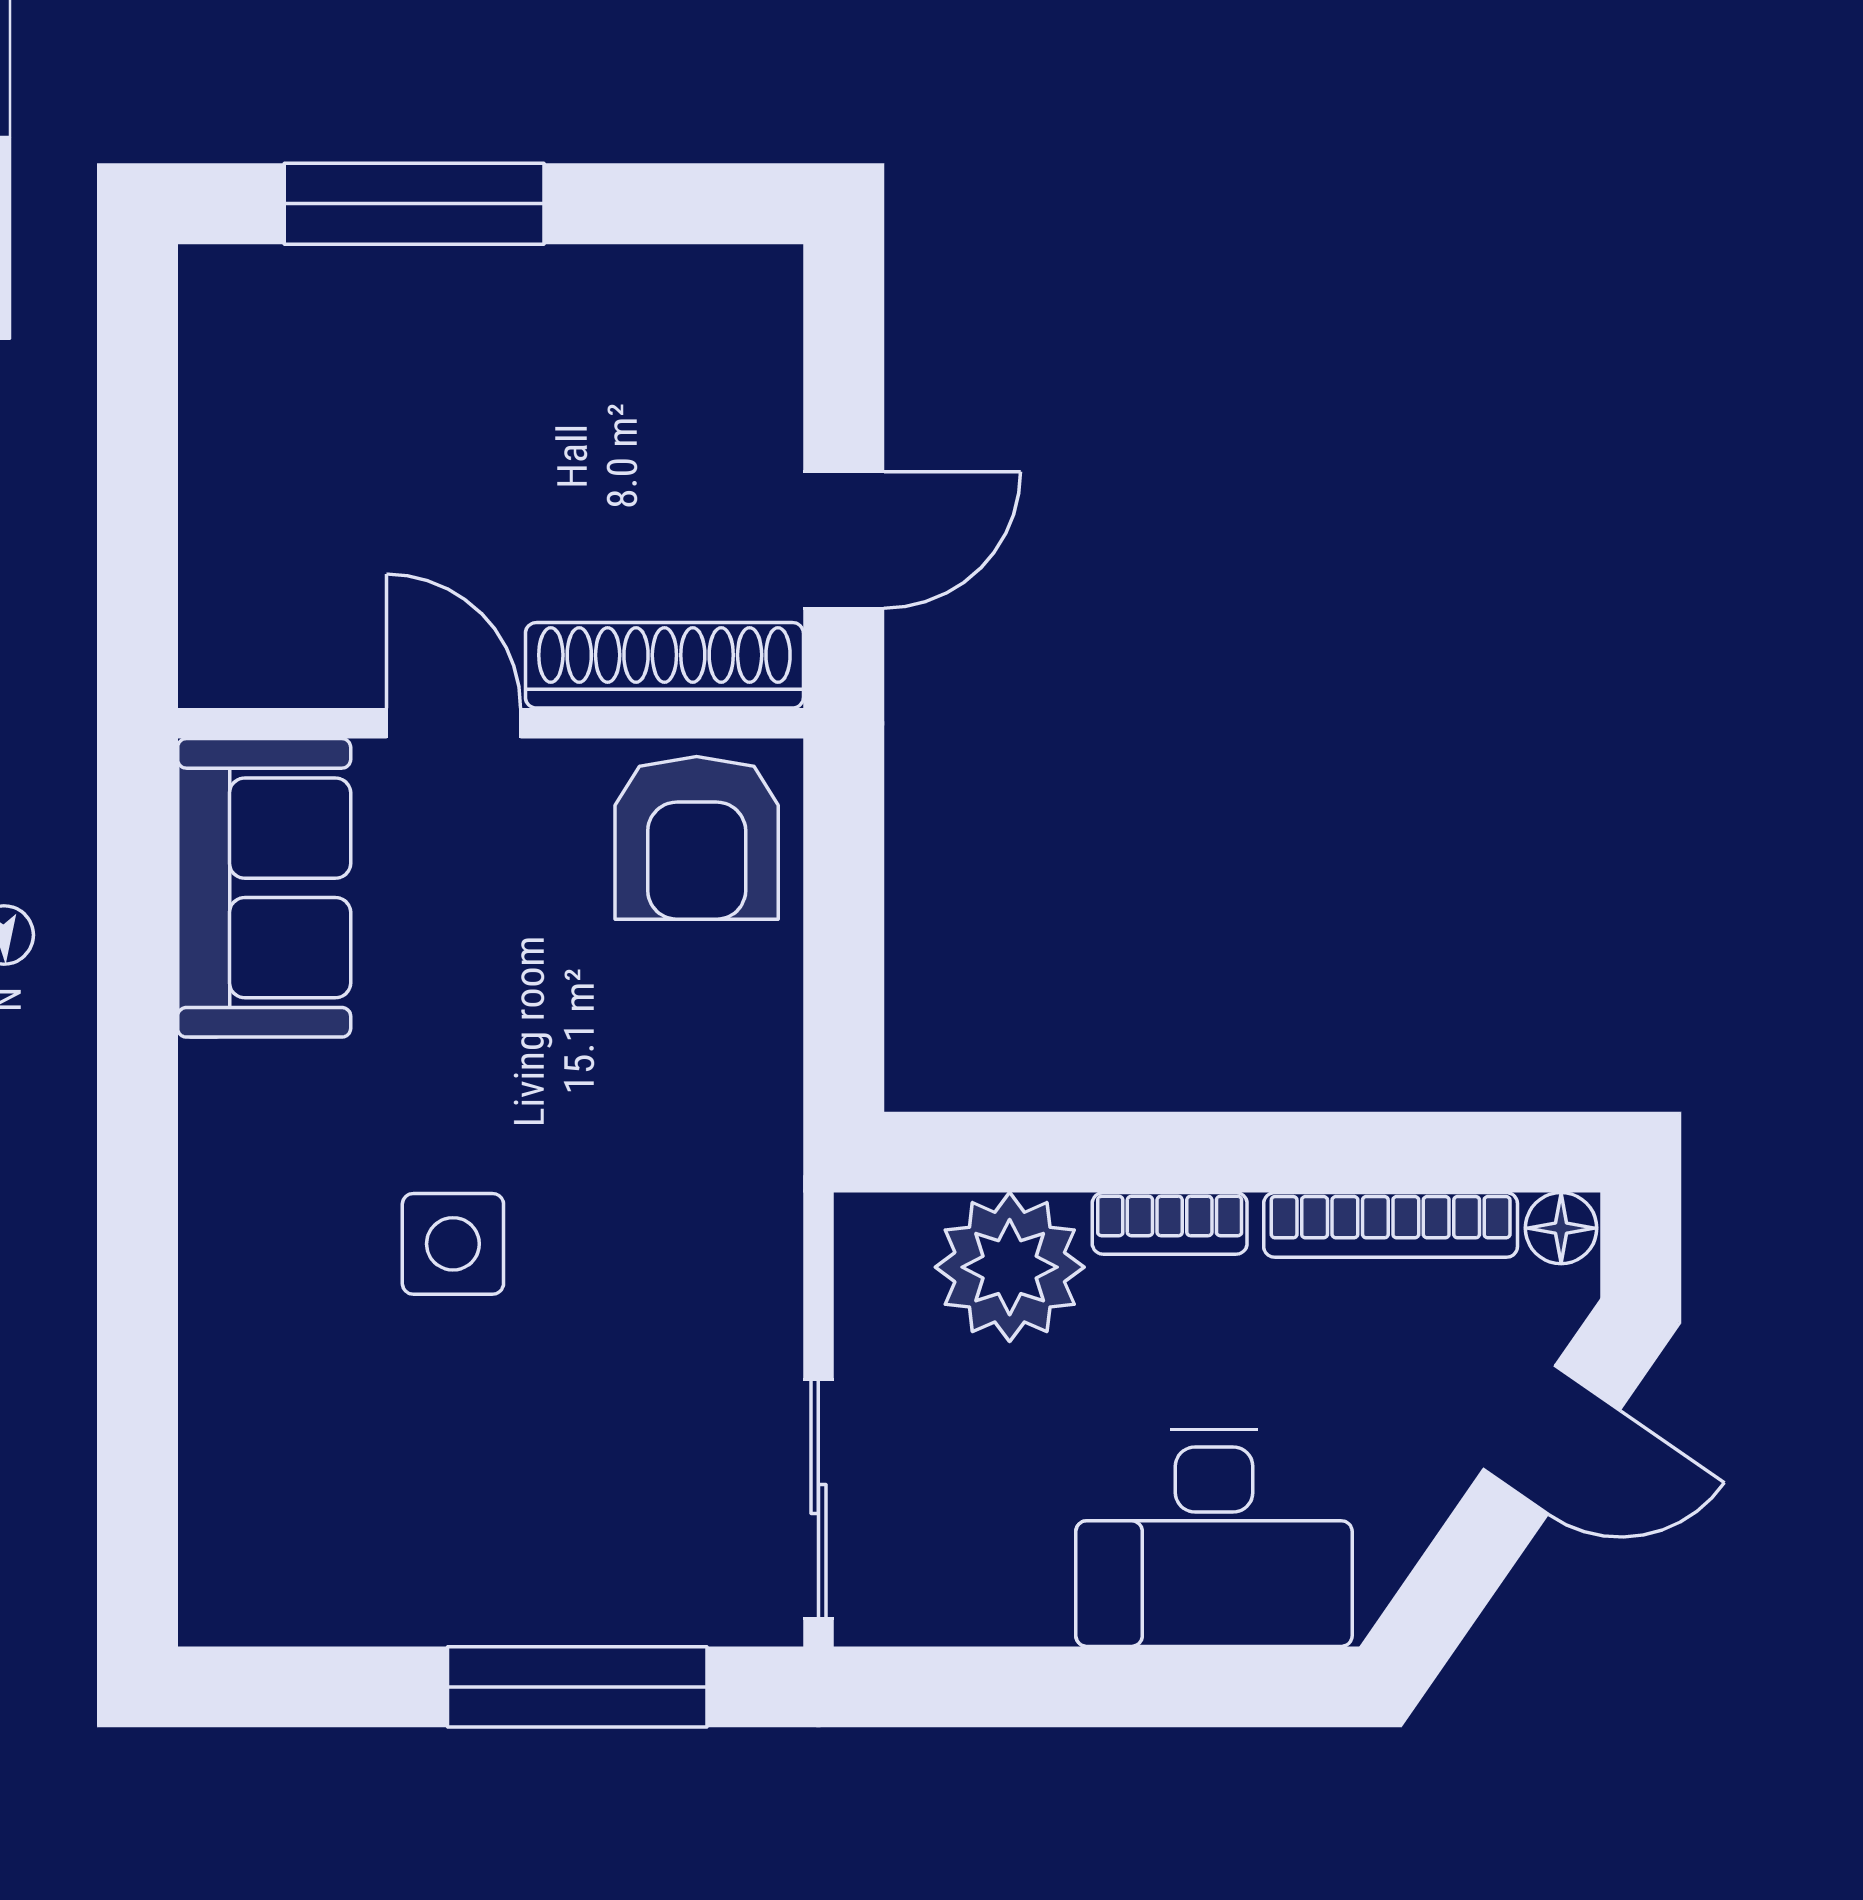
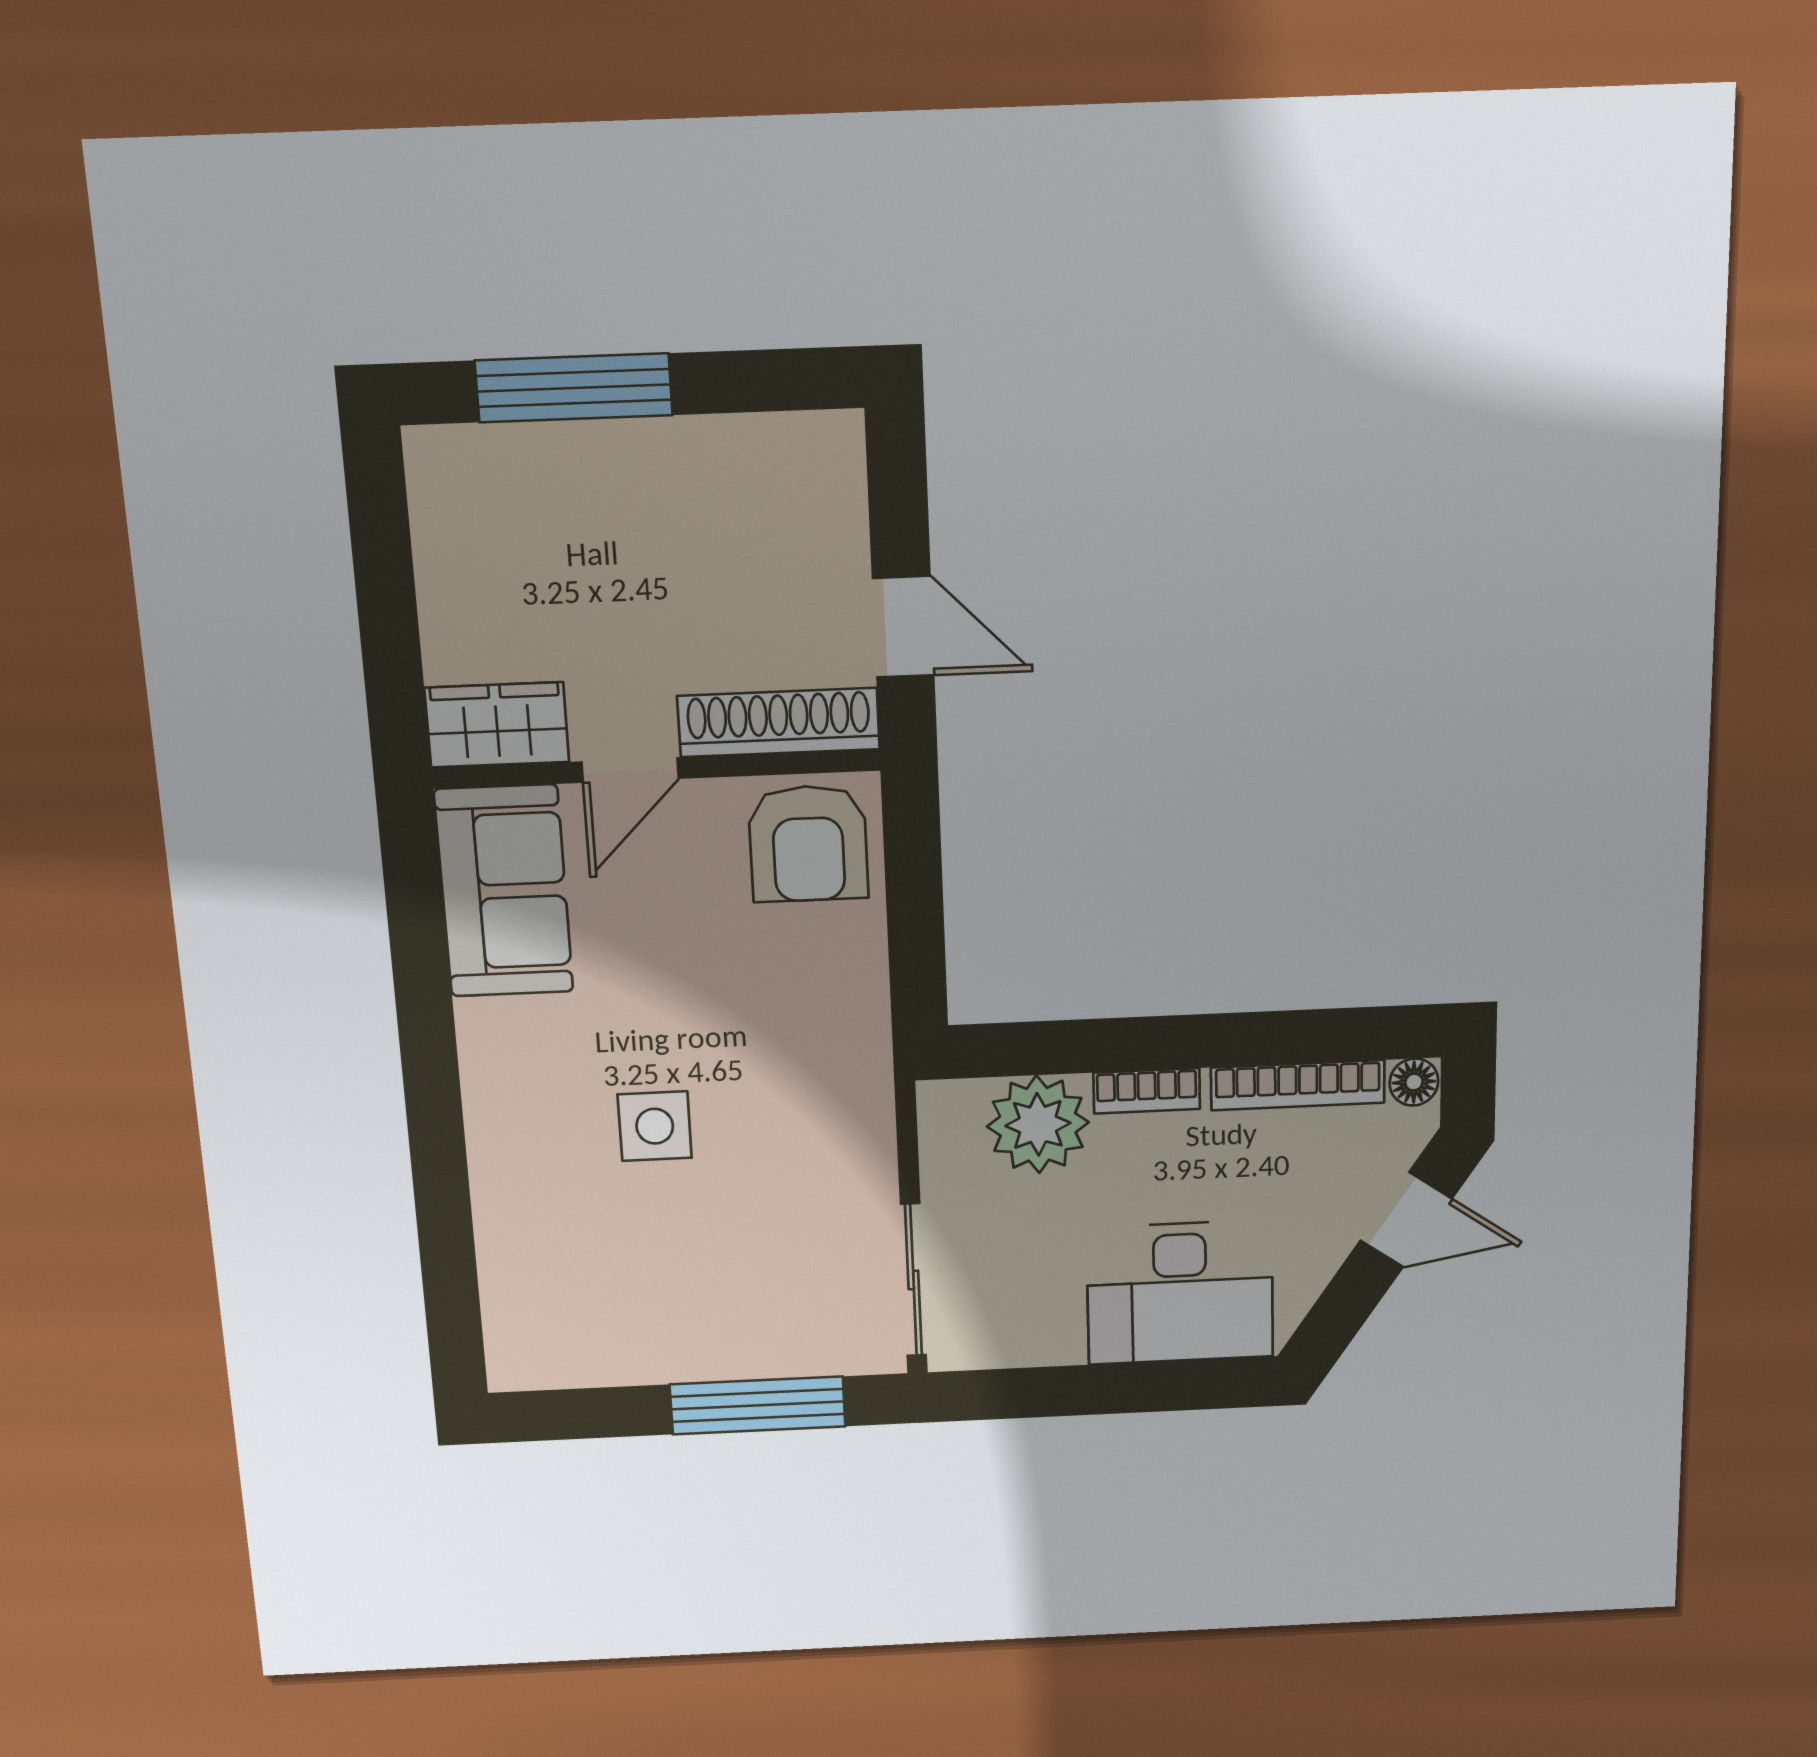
door: (844, 540) -> (903, 627), hinge flipped
wardrobe: (274, 653) -> (497, 725), added
door: (454, 723) -> (630, 770), swing flipped

